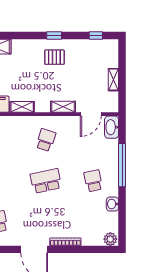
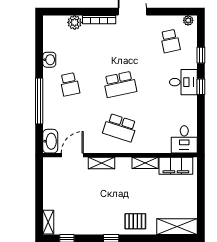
pallet: (54, 57) -> (135, 221), moved
shelving: (113, 80) -> (48, 222), moved
school desk: (46, 140) -> (120, 128), width x1.85
plant: (110, 239) -> (75, 22), moved

